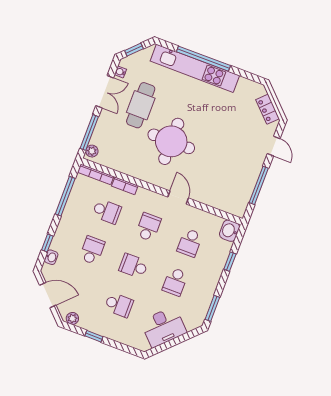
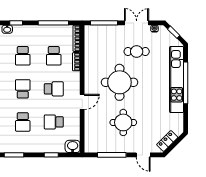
double door: (105, 92) -> (137, 23), swing flipped
cafe table: (141, 105) -> (137, 52), width x0.73, depth x0.74
door: (274, 146) -> (143, 155), hinge flipped
plant: (92, 151) -> (92, 30), removed
round table: (223, 156) -> (123, 122), added
school desk: (92, 250) -> (23, 56), turned 90
school desk: (175, 282) -> (23, 122), turned -90

